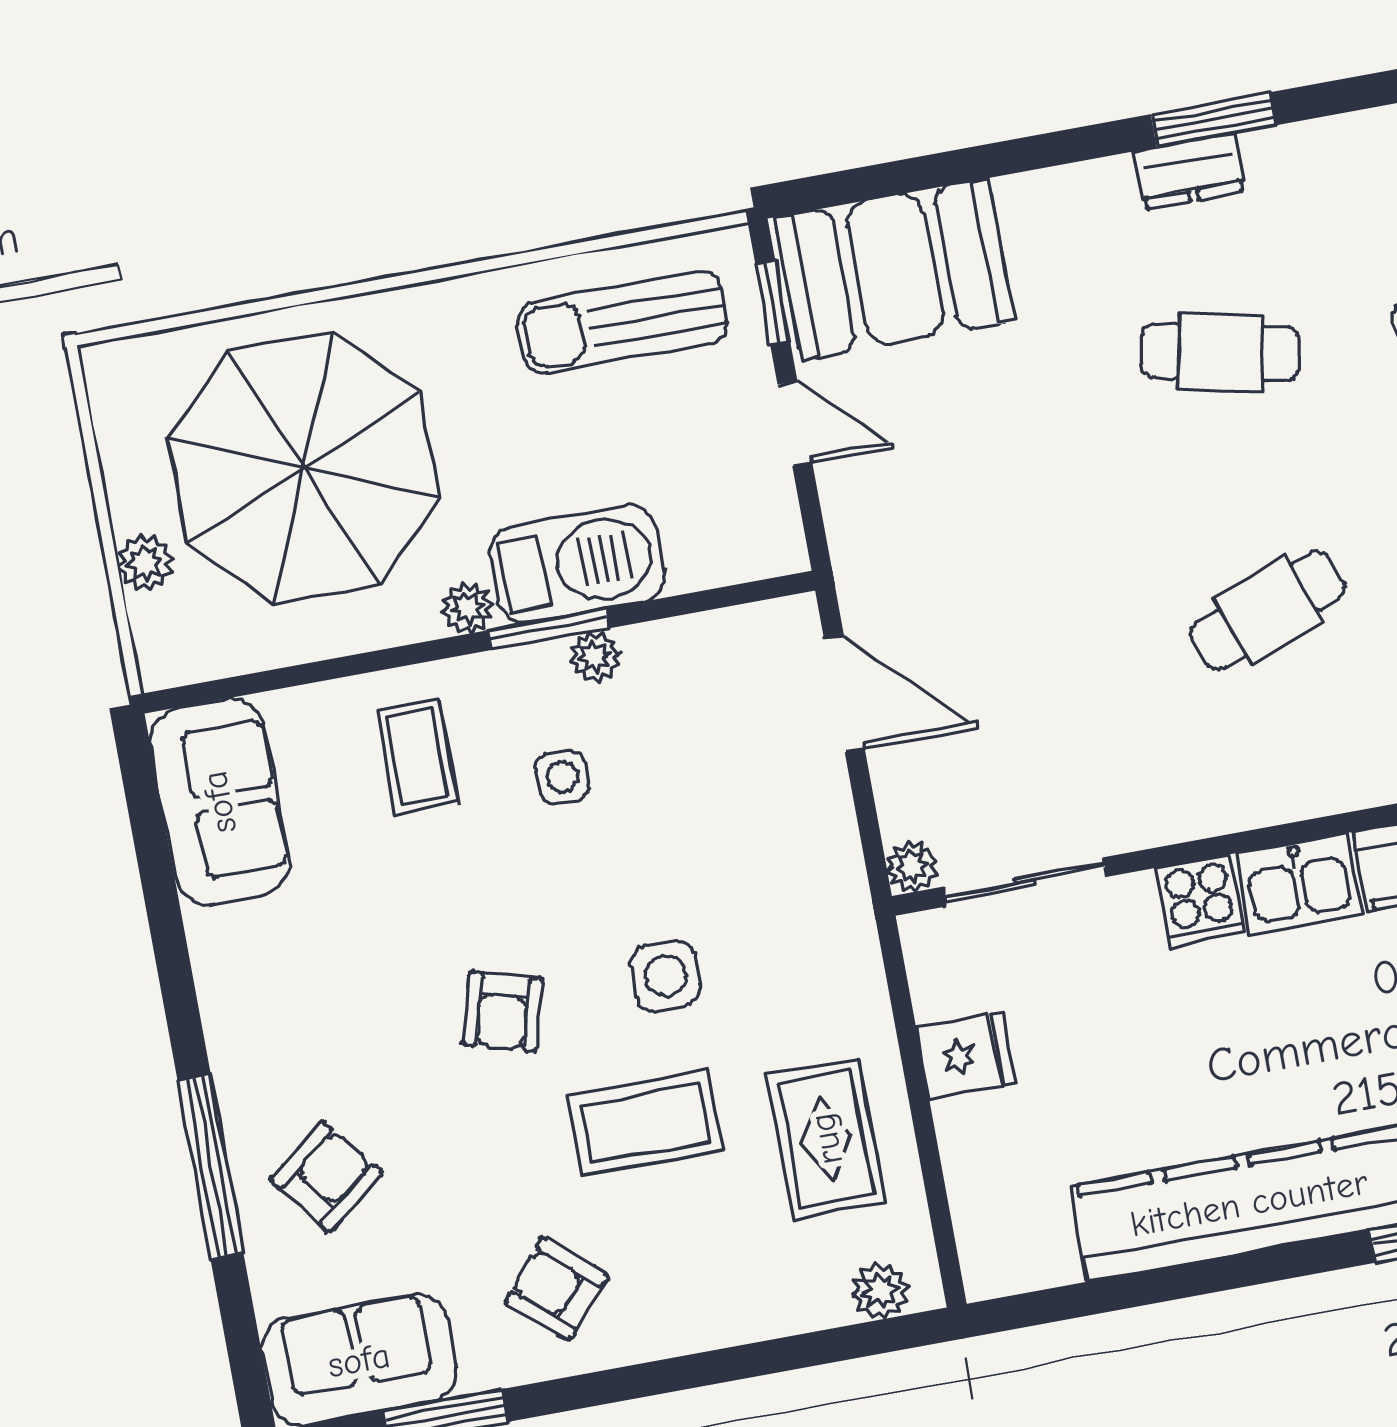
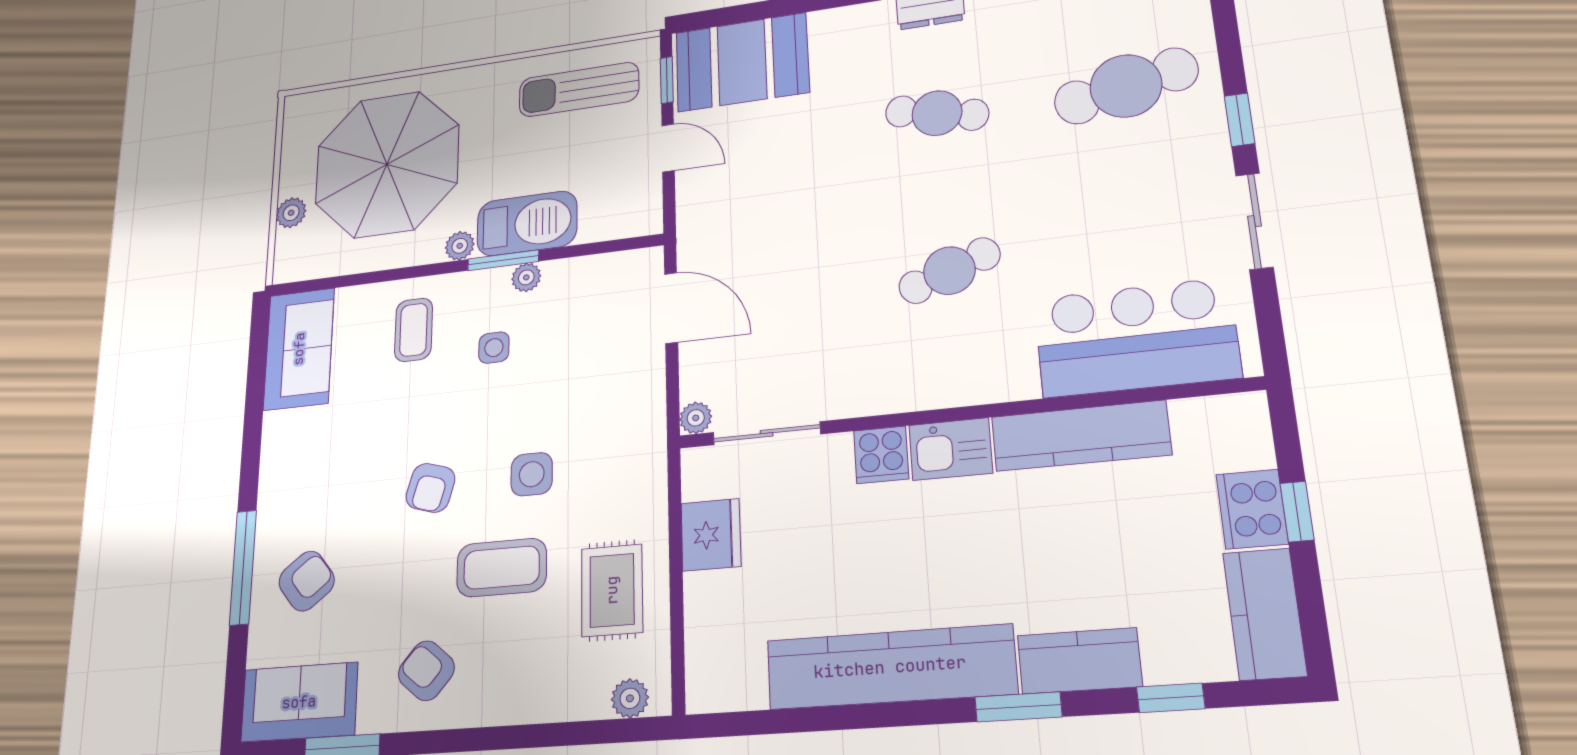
fridge: (966, 1056) -> (711, 535), width x1.38

